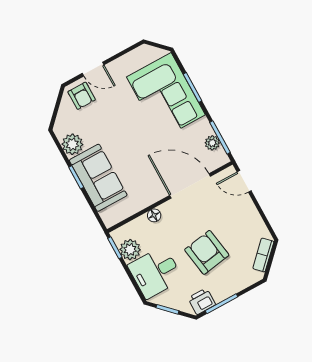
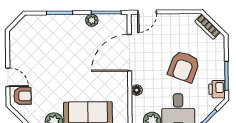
door: (93, 69) -> (8, 77), hinge flipped
corner sofa: (166, 96) -> (55, 35), removed
plant: (212, 143) -> (92, 20), moved
armchair: (207, 252) -> (184, 67), turned -60

